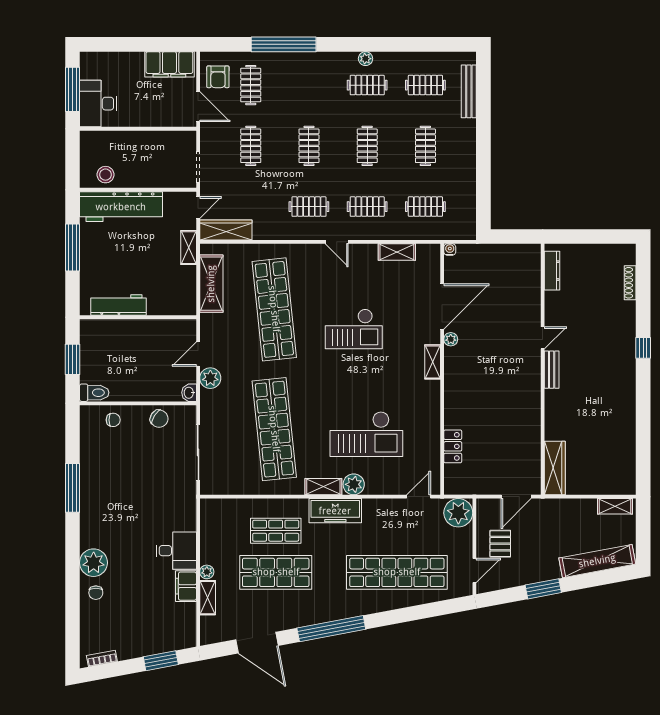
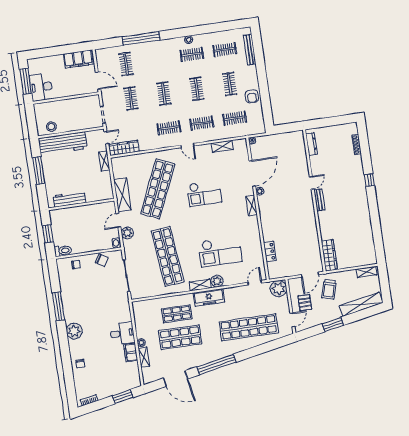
armchair: (218, 77) -> (252, 96), moved
shelving: (211, 284) -> (122, 195), moved
shop shelf: (274, 309) -> (158, 189), turned 30
trolley: (546, 527) -> (329, 289), added
plant: (94, 563) -> (74, 331), moved

